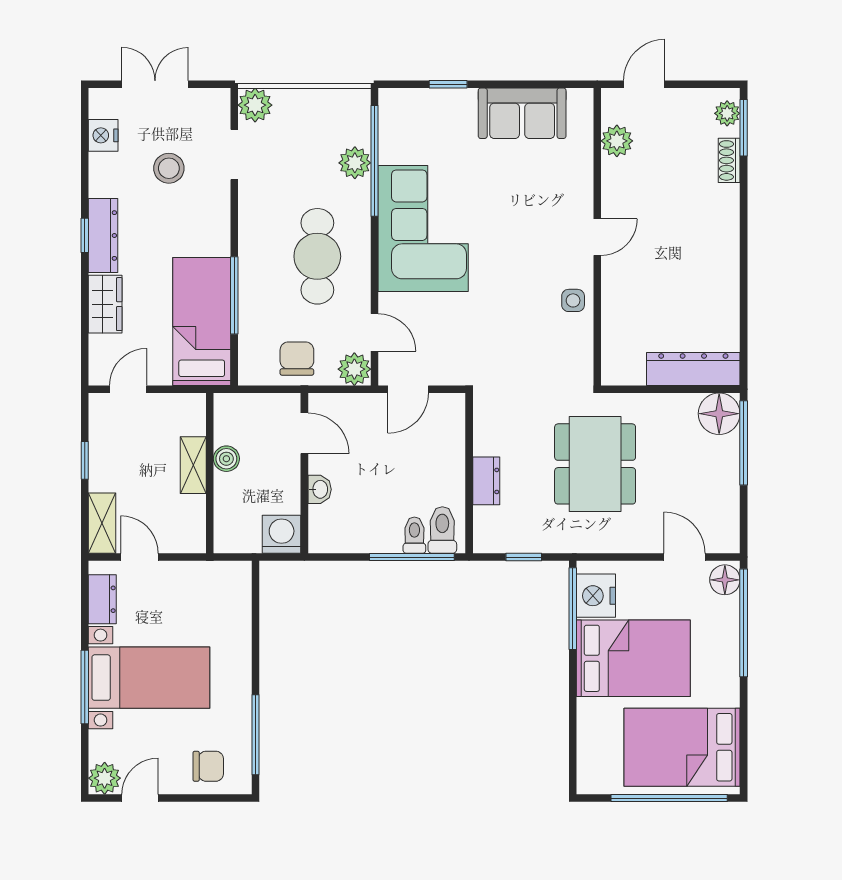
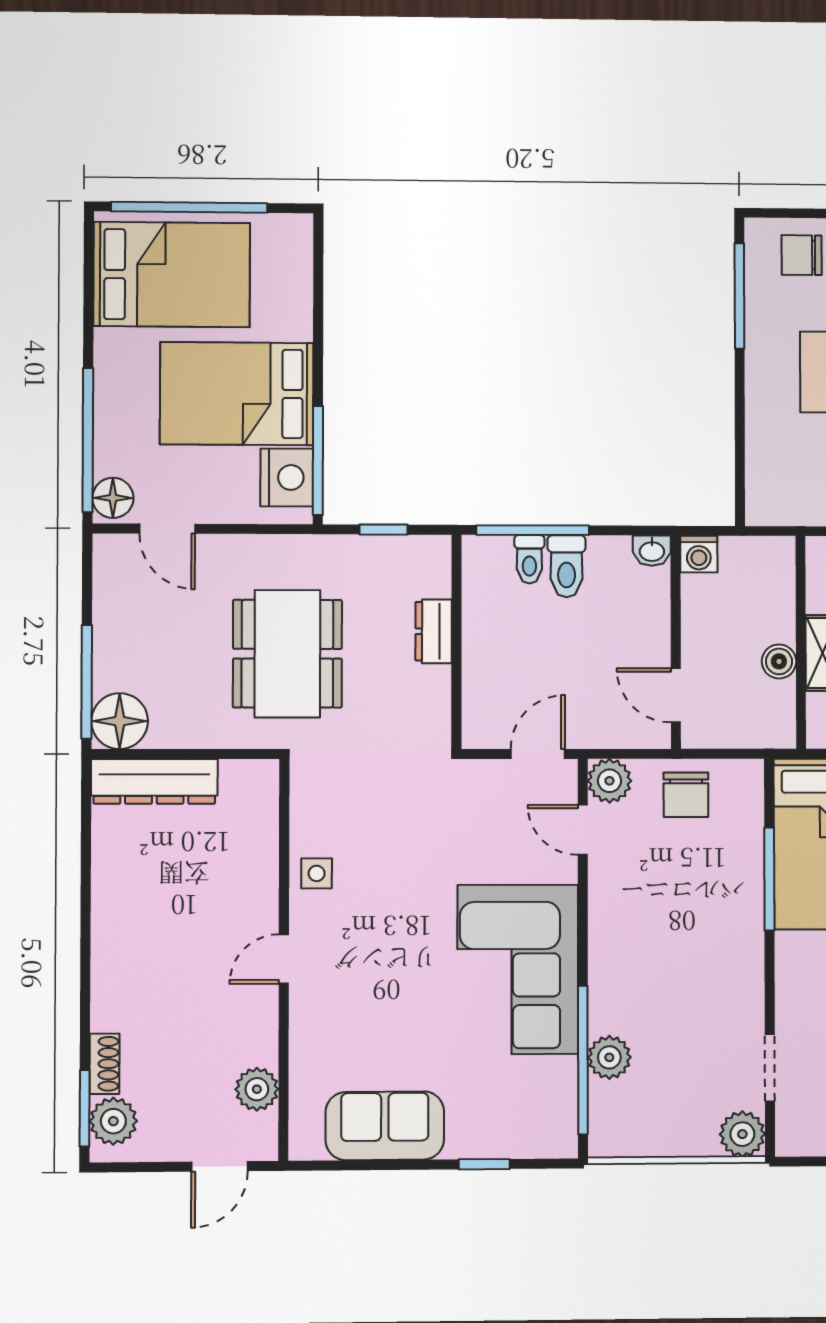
plant: (727, 113) -> (113, 1121), width x1.38, depth x1.38
cafe table: (317, 256) -> (659, 932), removed
washbasin: (320, 489) -> (652, 551), moved, turned -90
toilet: (442, 530) -> (567, 566), moved
washing machine: (282, 534) -> (699, 554), width x0.73, depth x0.73

